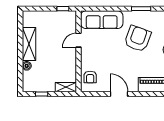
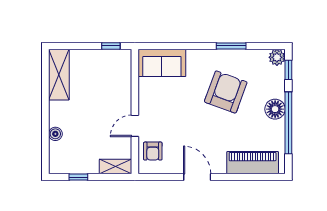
sofa: (102, 20) -> (162, 63), width x0.73
door: (78, 40) -> (135, 126), moved
shelving: (29, 44) -> (59, 75), moved

